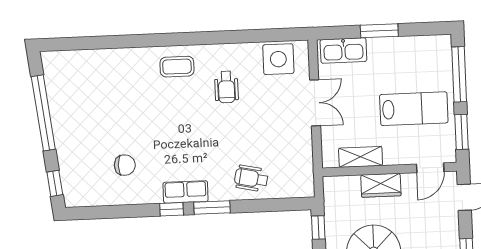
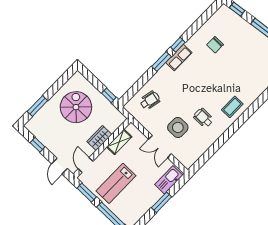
side table: (278, 59) -> (178, 127), moved
wheelchair: (251, 178) -> (150, 100), moved

